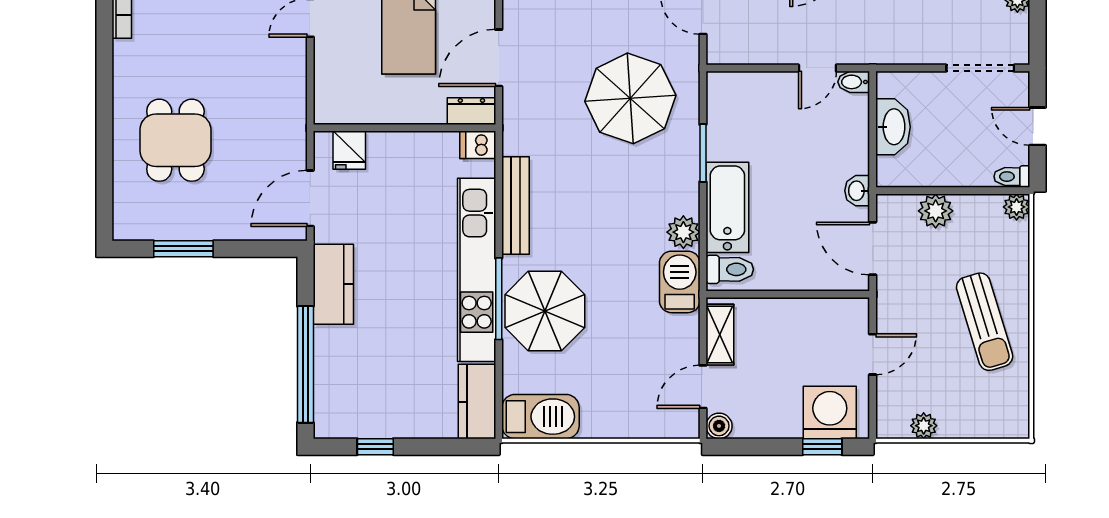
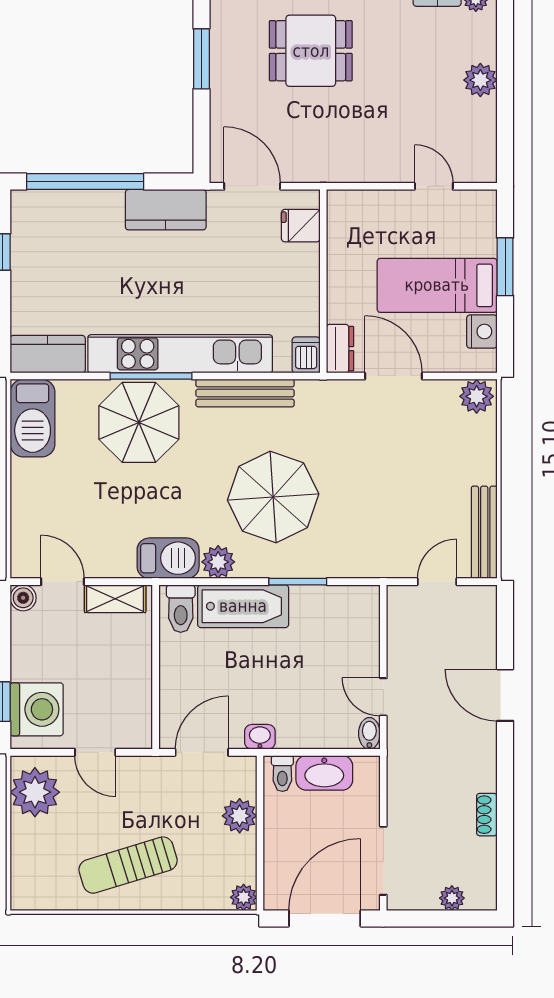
parasol: (630, 98) -> (273, 497), moved
door: (1038, 126) -> (325, 918), width x1.87
toilet: (1012, 177) -> (282, 774), moved, turned 180
plant: (924, 426) -> (35, 792), width x1.87, depth x1.87

